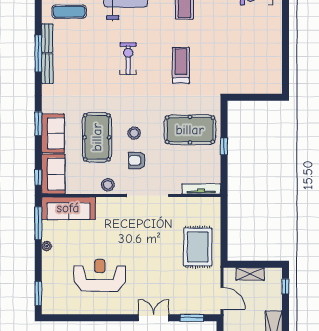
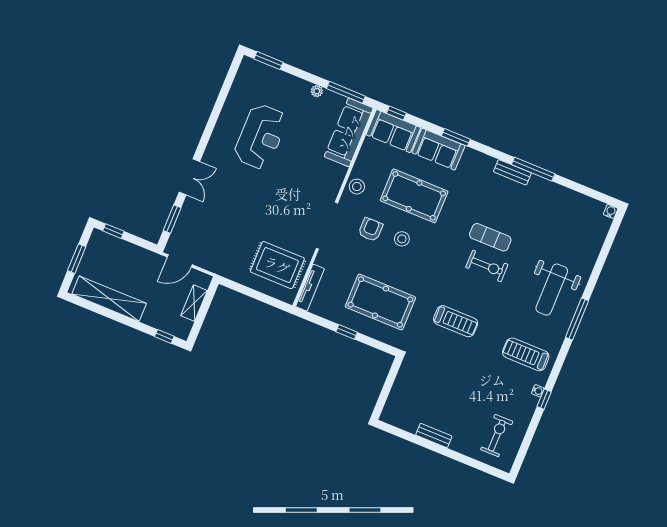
exercise mat: (69, 12) -> (490, 237), moved, turned 90
bench: (47, 38) -> (434, 436), moved
pool table: (190, 130) -> (380, 302), turned 90
rug: (198, 247) -> (277, 265), moved

